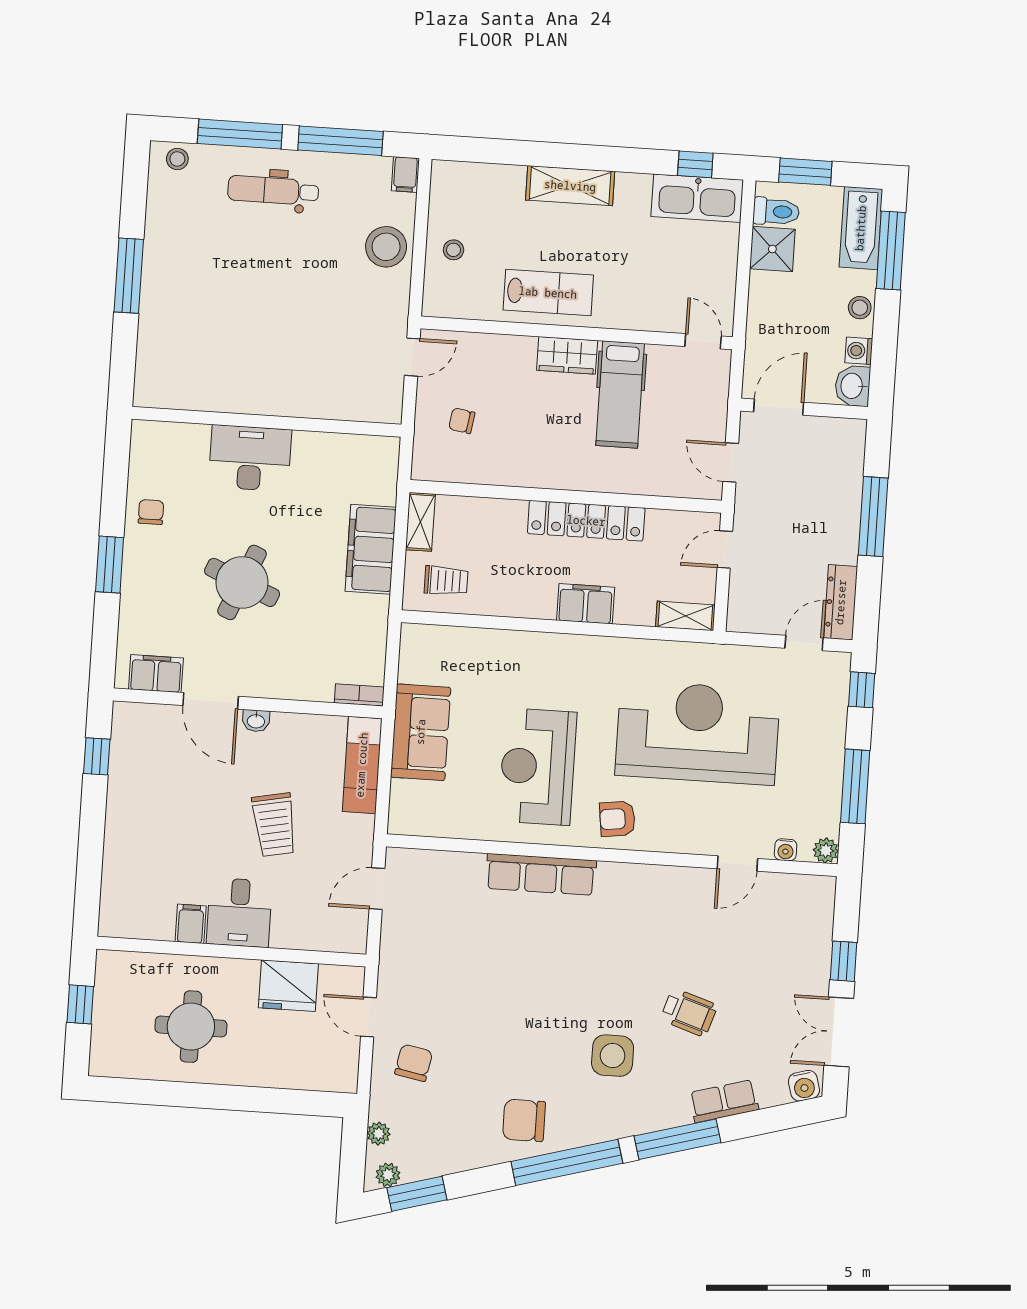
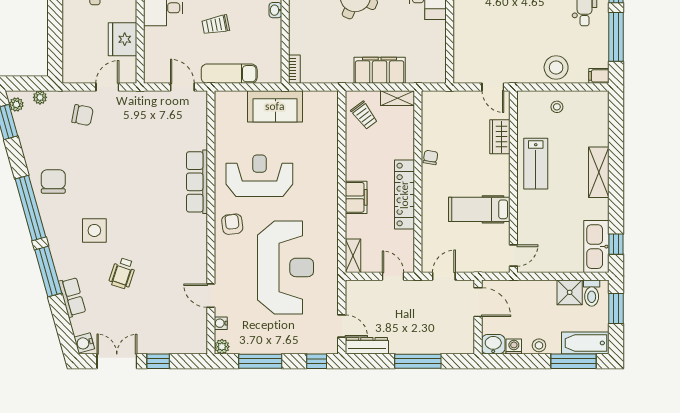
wardrobe: (567, 355) -> (500, 137), moved
chair: (462, 421) -> (431, 157), moved
trolley: (446, 581) -> (364, 115), turned -37
exam couch: (362, 765) -> (229, 74), moved
trolley: (274, 825) -> (216, 25), width x0.73, depth x0.72

